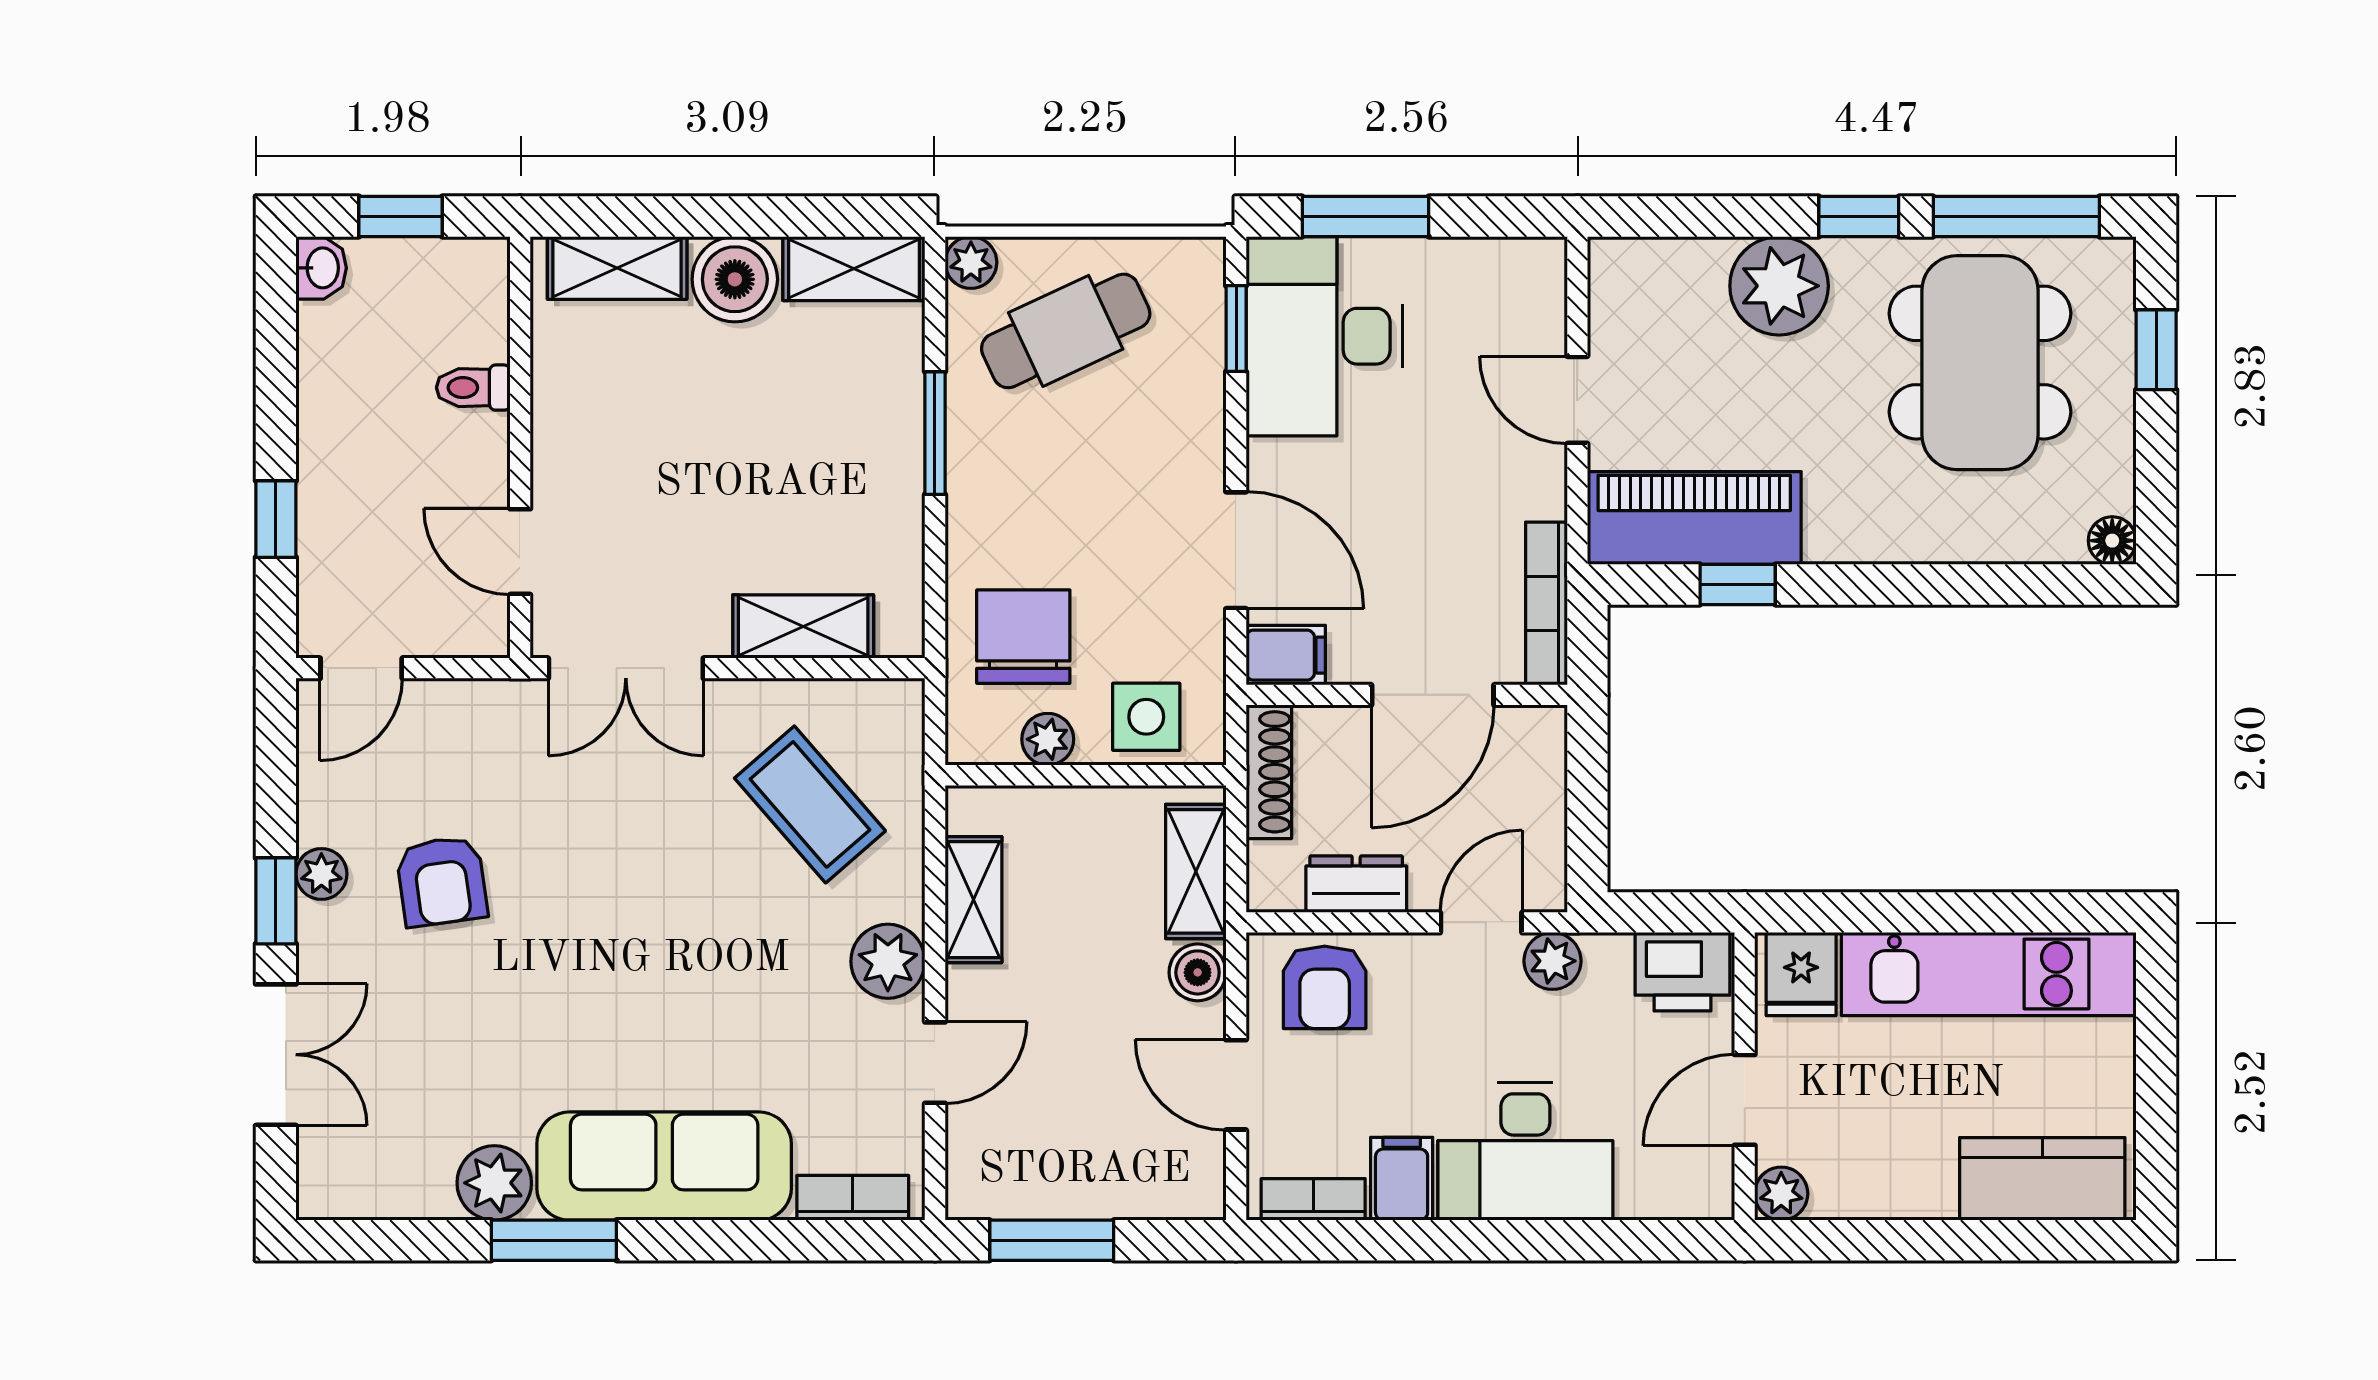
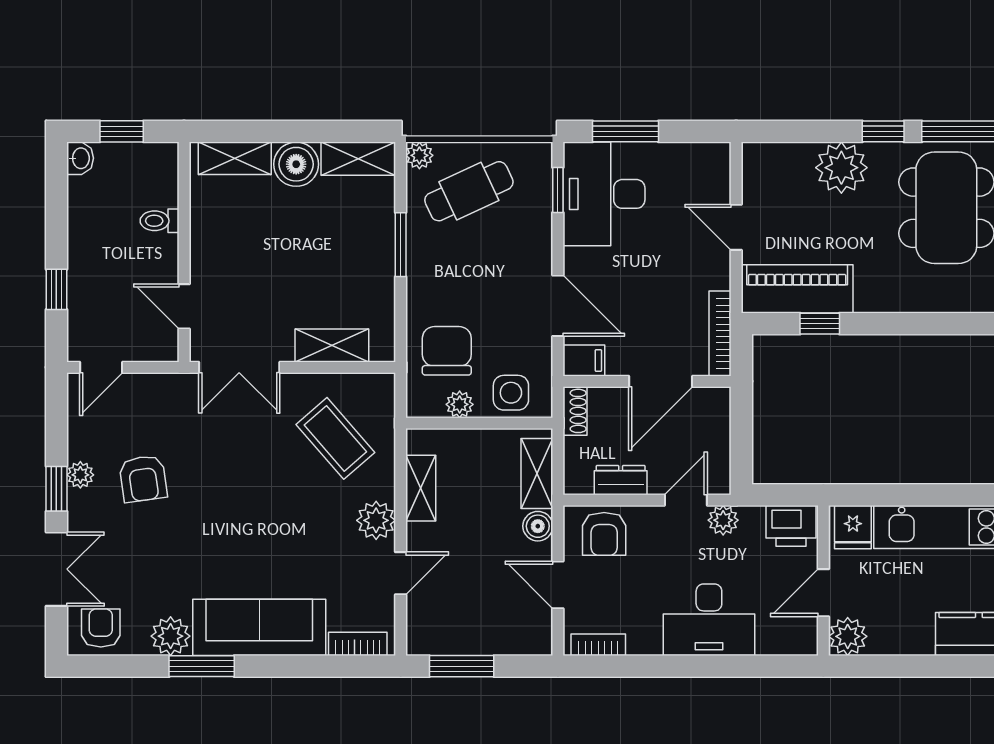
shoe rack: (1269, 772) -> (575, 411), width x0.70
armchair: (361, 1167) -> (101, 628), added
filing cabinet: (1402, 1179) -> (644, 634), removed
plant: (1781, 1194) -> (848, 636), width x1.38, depth x1.38

